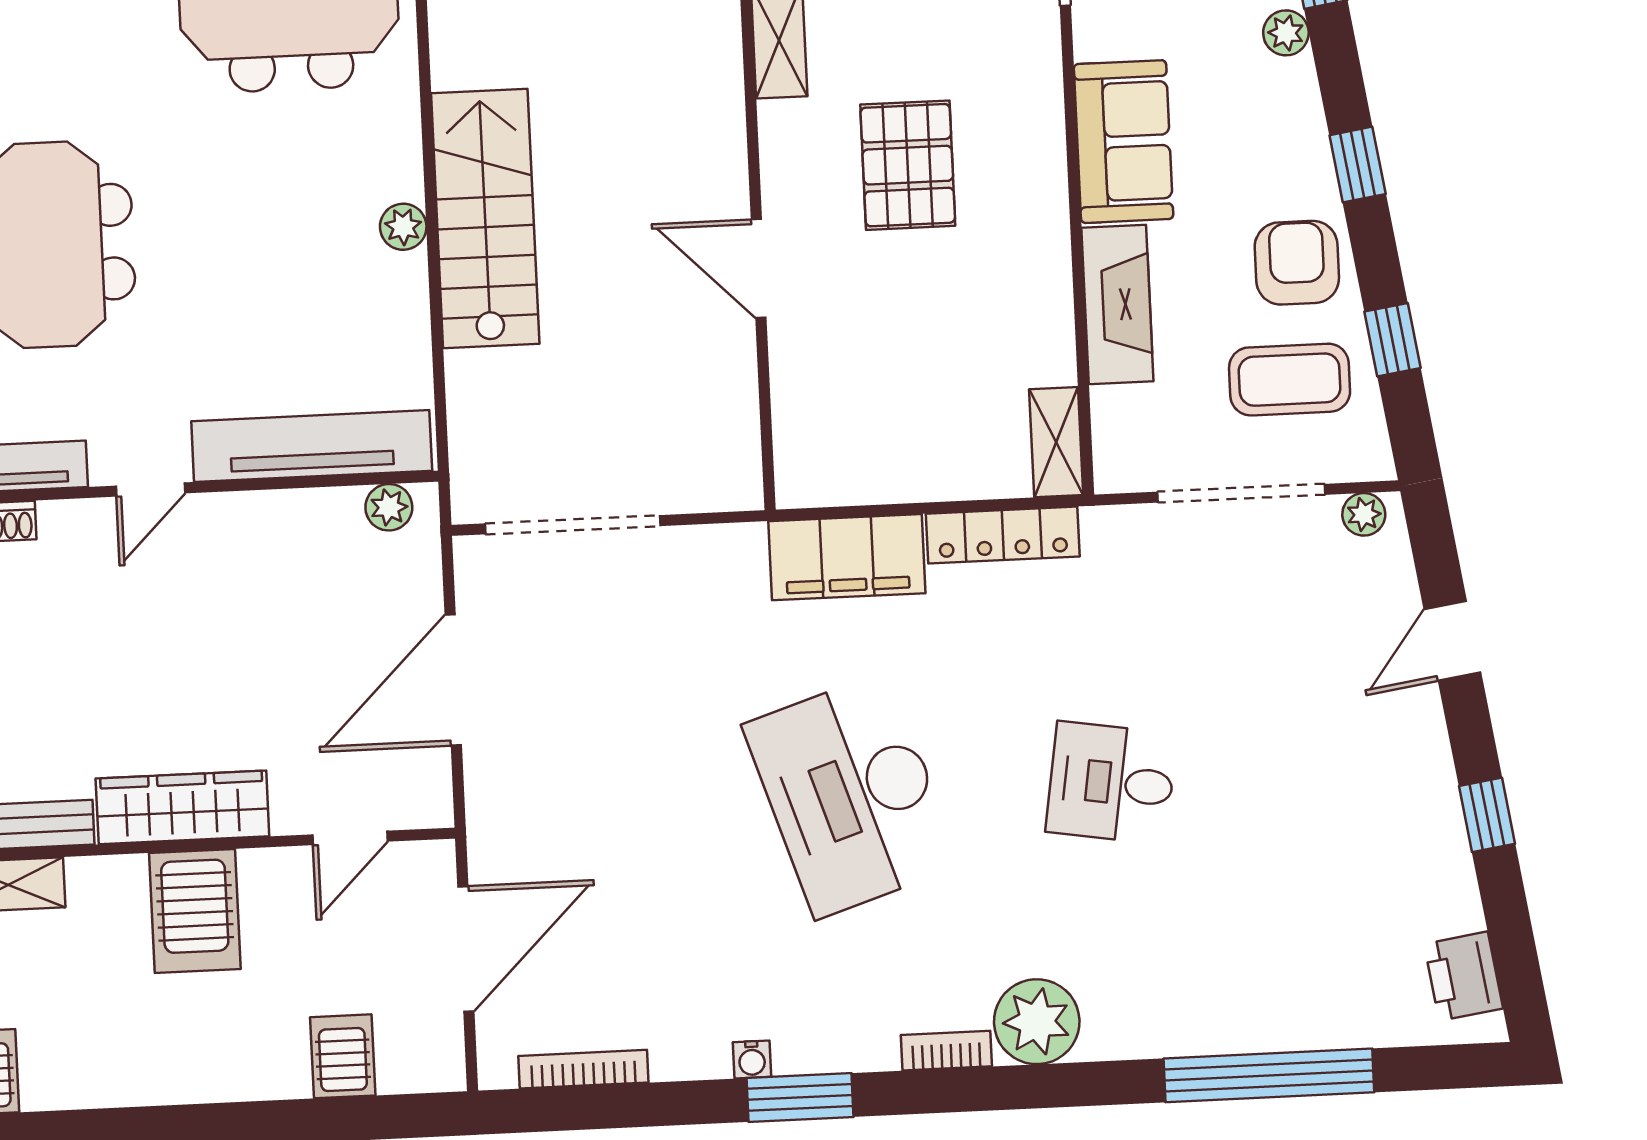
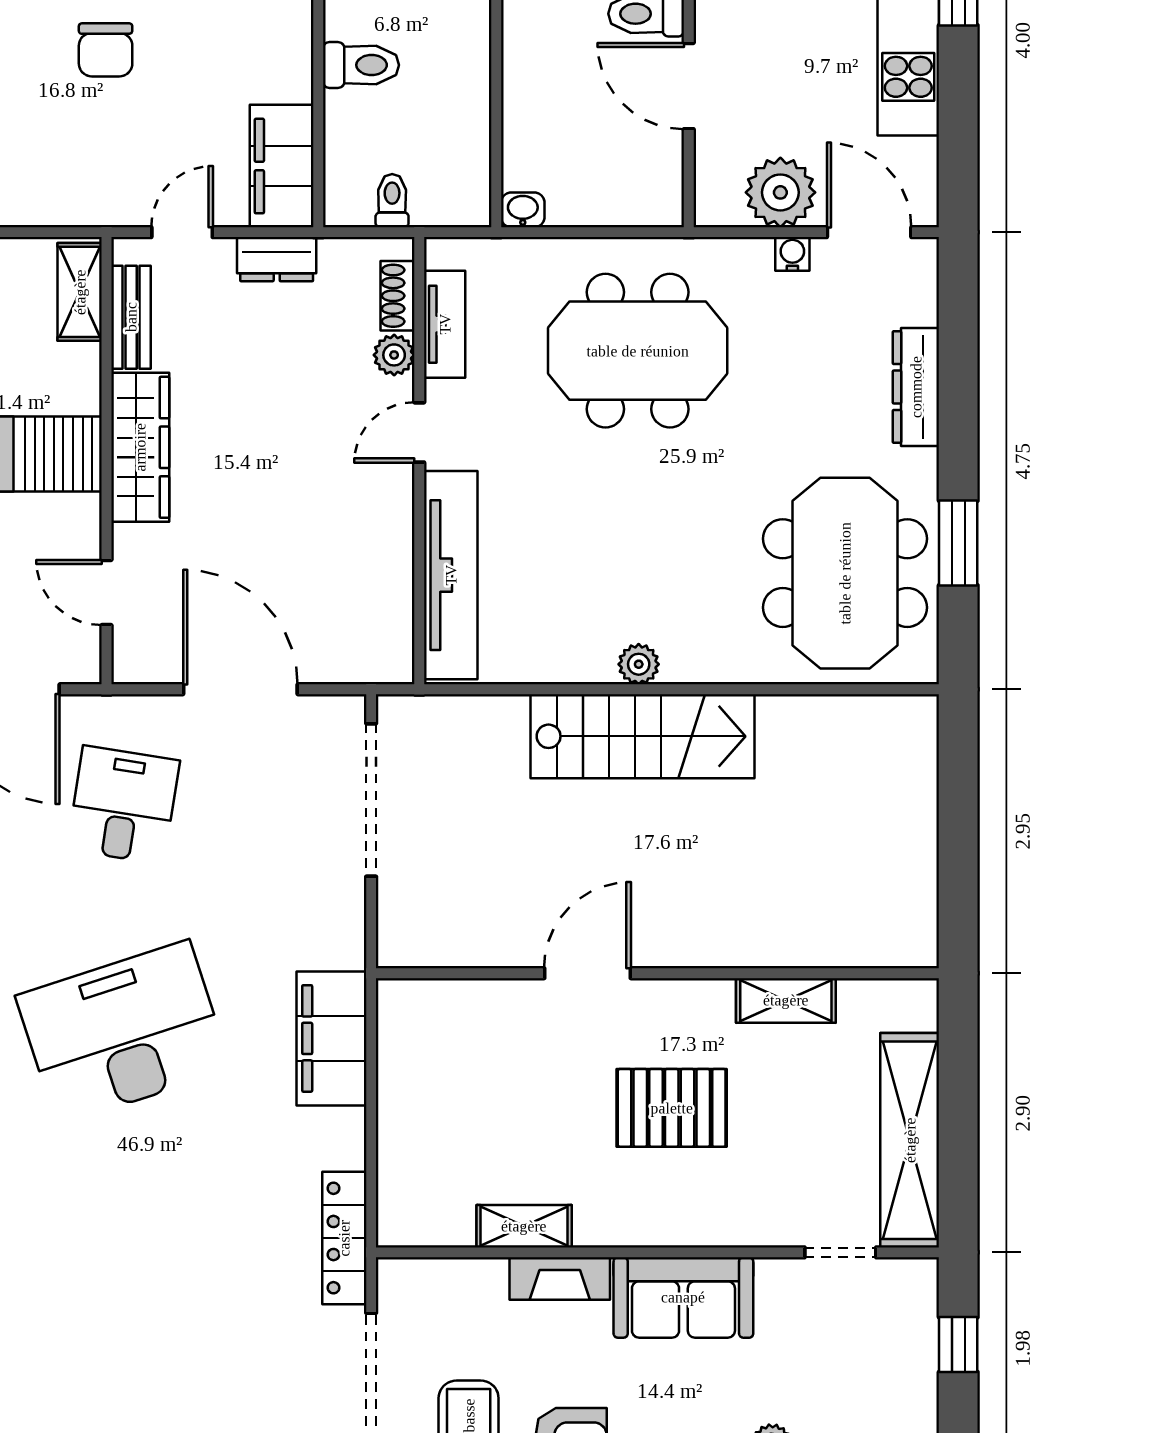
fireplace: (1117, 305) -> (560, 1279), width x0.73, depth x0.76
shelving: (1056, 442) -> (524, 1226), moved
door: (150, 490) -> (419, 432), hinge flipped
plant: (389, 507) -> (394, 355), moved
locker: (1003, 535) -> (344, 1238), moved
desk: (1111, 783) -> (123, 805), moved

